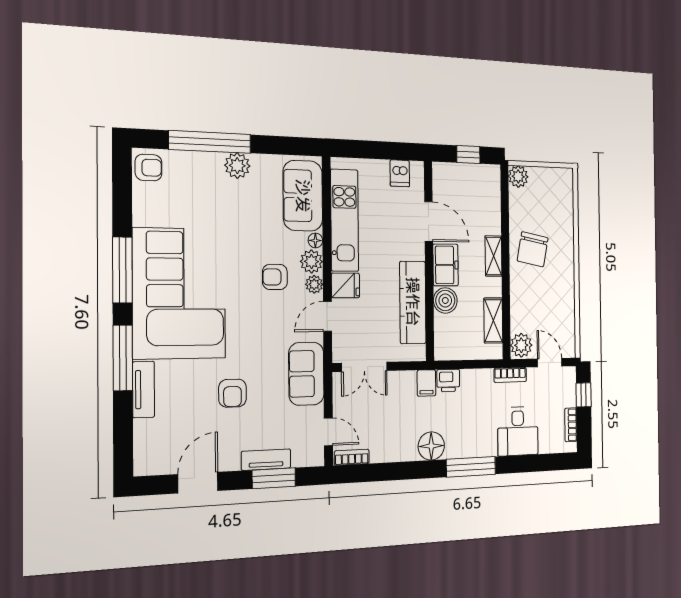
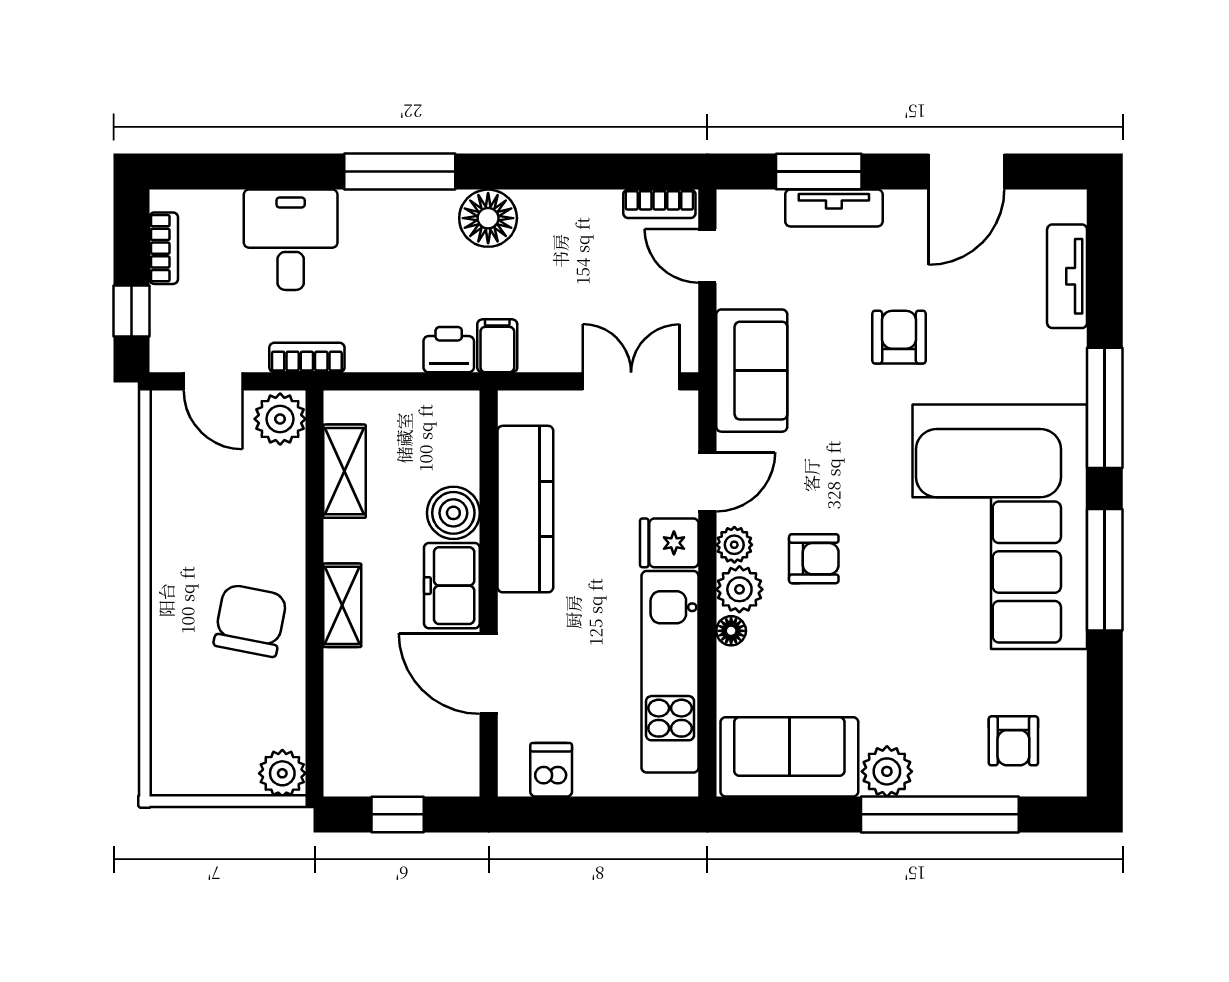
armchair: (148, 168) -> (1013, 741), moved, turned -90
sofa: (303, 196) -> (789, 757), moved, turned -90
tv unit: (144, 389) -> (1067, 276), moved

